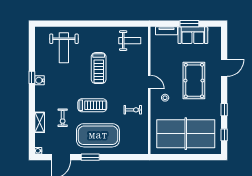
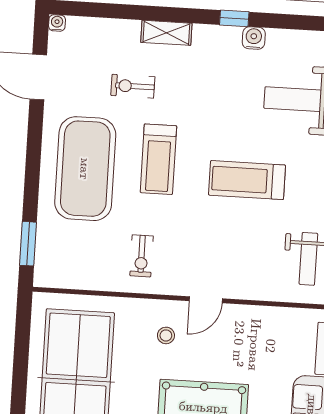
water cooler: (40, 80) -> (254, 38), moved
shelving: (40, 122) -> (166, 33), moved
window: (90, 157) -> (28, 244), moved

